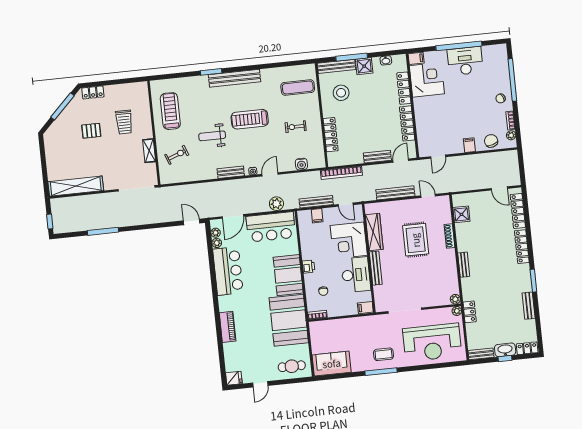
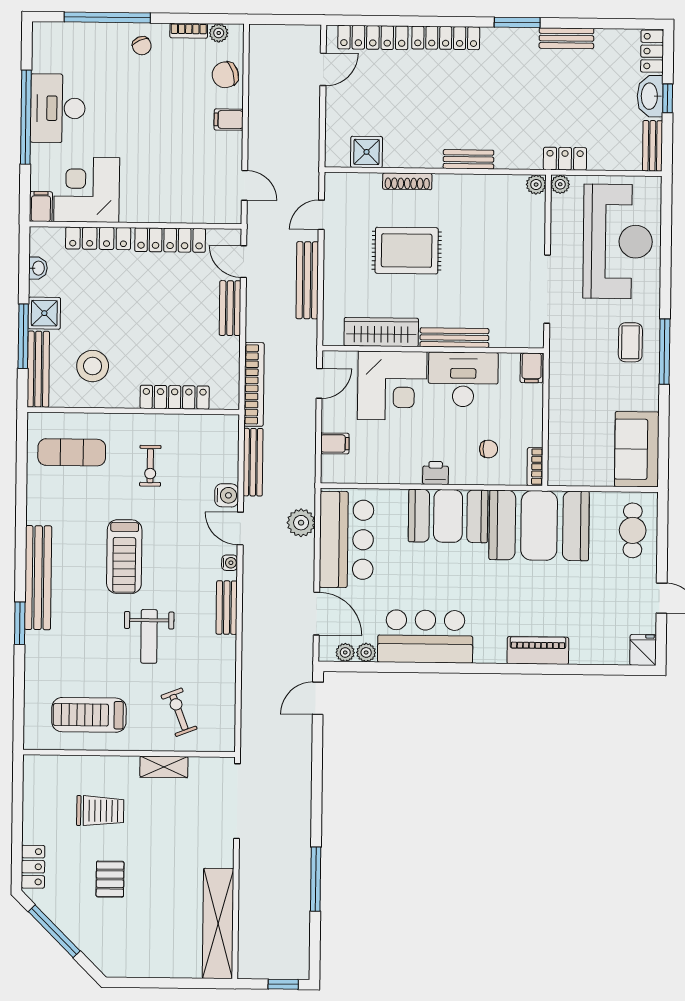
exercise mat: (298, 88) -> (72, 452), turned 90
water cooler: (301, 164) -> (227, 495), moved
bench: (316, 202) -> (253, 462), moved

